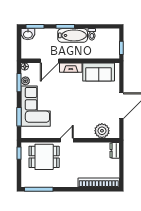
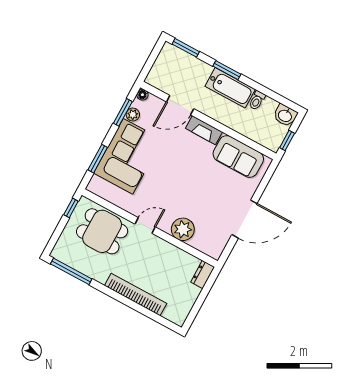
washbasin: (28, 34) -> (285, 115), moved
plant: (102, 131) -> (183, 229), moved
bookcase: (99, 183) -> (136, 294), moved

